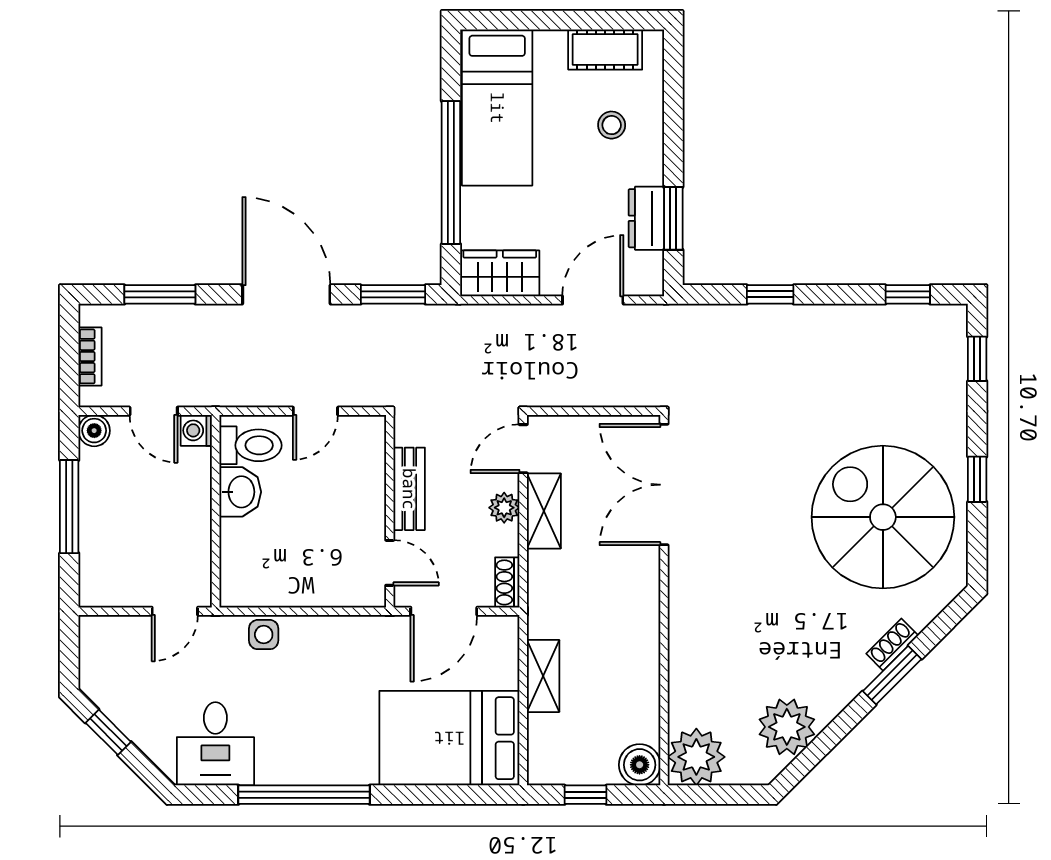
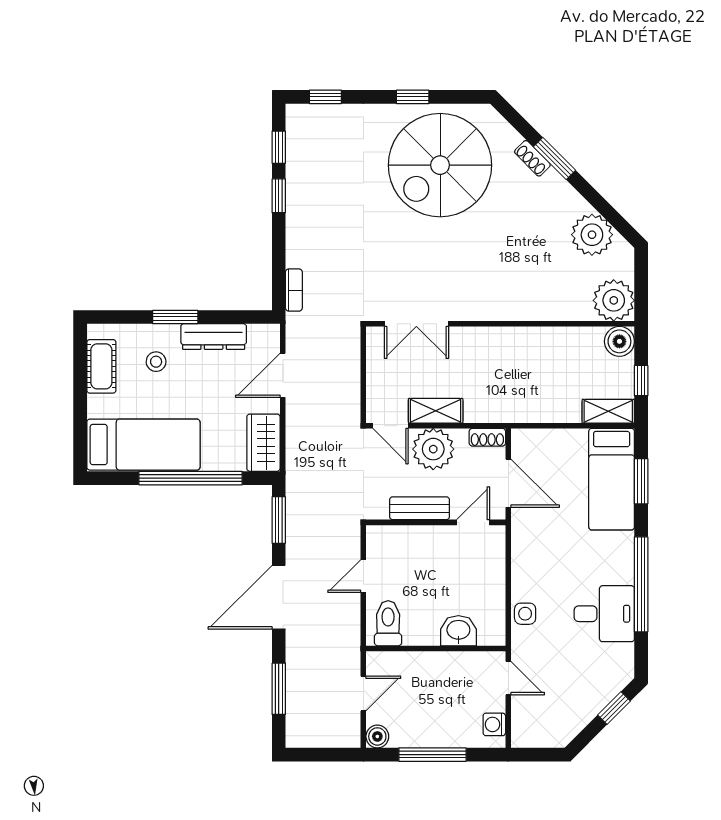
dresser: (646, 218) -> (214, 337), width x1.44
window: (673, 218) -> (175, 317), moved
window: (770, 294) -> (279, 196), moved
door: (593, 300) -> (283, 375), hinge flipped
bookcase: (90, 356) -> (294, 290), moved, turned 90
door: (315, 411) -> (363, 576), swing flipped
washing machine: (196, 430) -> (494, 724), moved, turned 90
double door: (664, 485) -> (416, 324), width x0.73
washbasin: (240, 492) -> (458, 631), moved
plant: (504, 508) -> (433, 449), width x1.88, depth x1.88
shelving: (543, 676) -> (608, 411), moved
window: (108, 732) -> (614, 708), moved
bed: (449, 738) -> (612, 479), width x0.67
desk: (215, 744) -> (604, 614), moved
window: (446, 795) -> (641, 481), added

